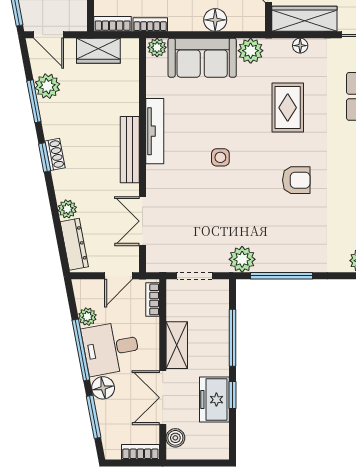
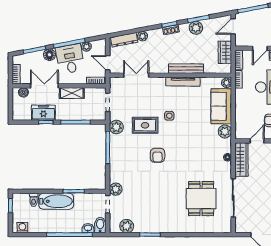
floor lamp: (215, 20) -> (241, 113), removed
plant: (47, 86) -> (196, 28), moved
rug: (288, 108) -> (145, 125), moved
bench: (130, 150) -> (186, 69), moved

